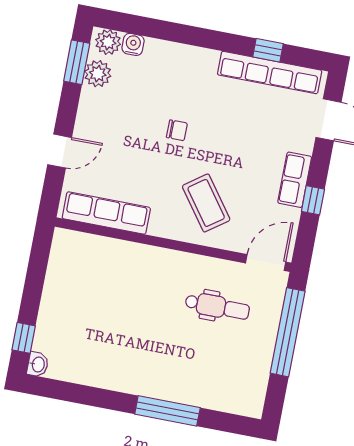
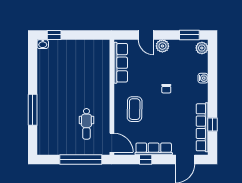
water cooler: (133, 44) -> (203, 78), moved
plant: (98, 74) -> (162, 46), moved
row of seats: (295, 180) -> (154, 149), width x1.48
coffee table: (206, 203) -> (135, 109), turned -53

